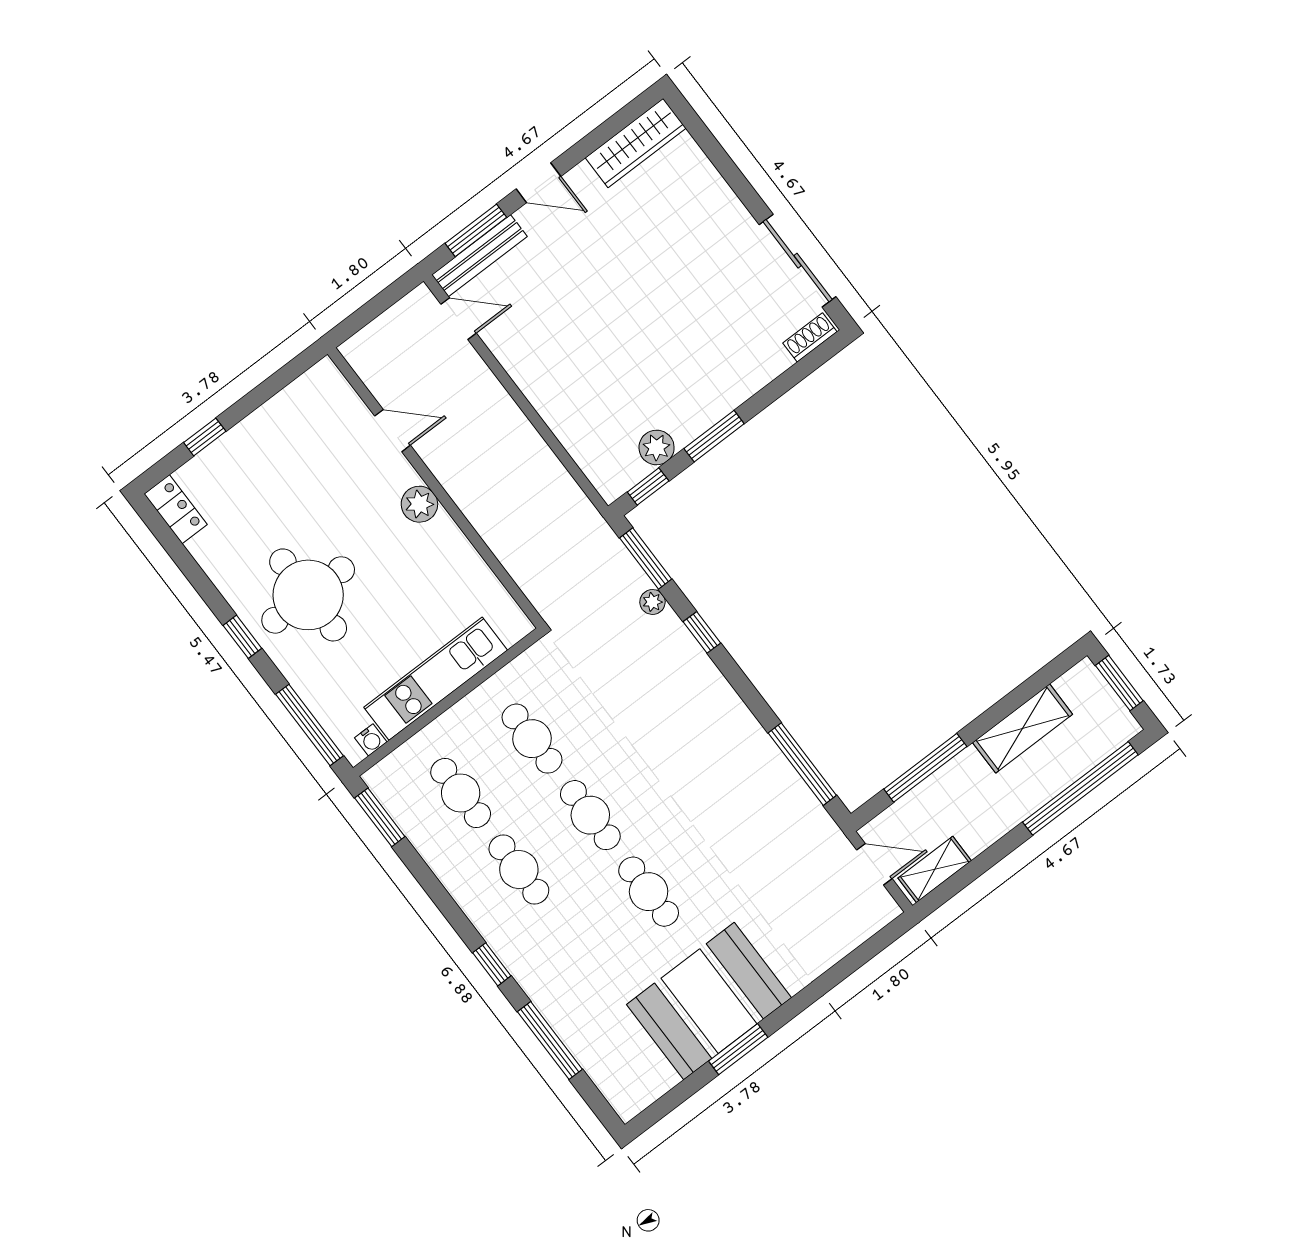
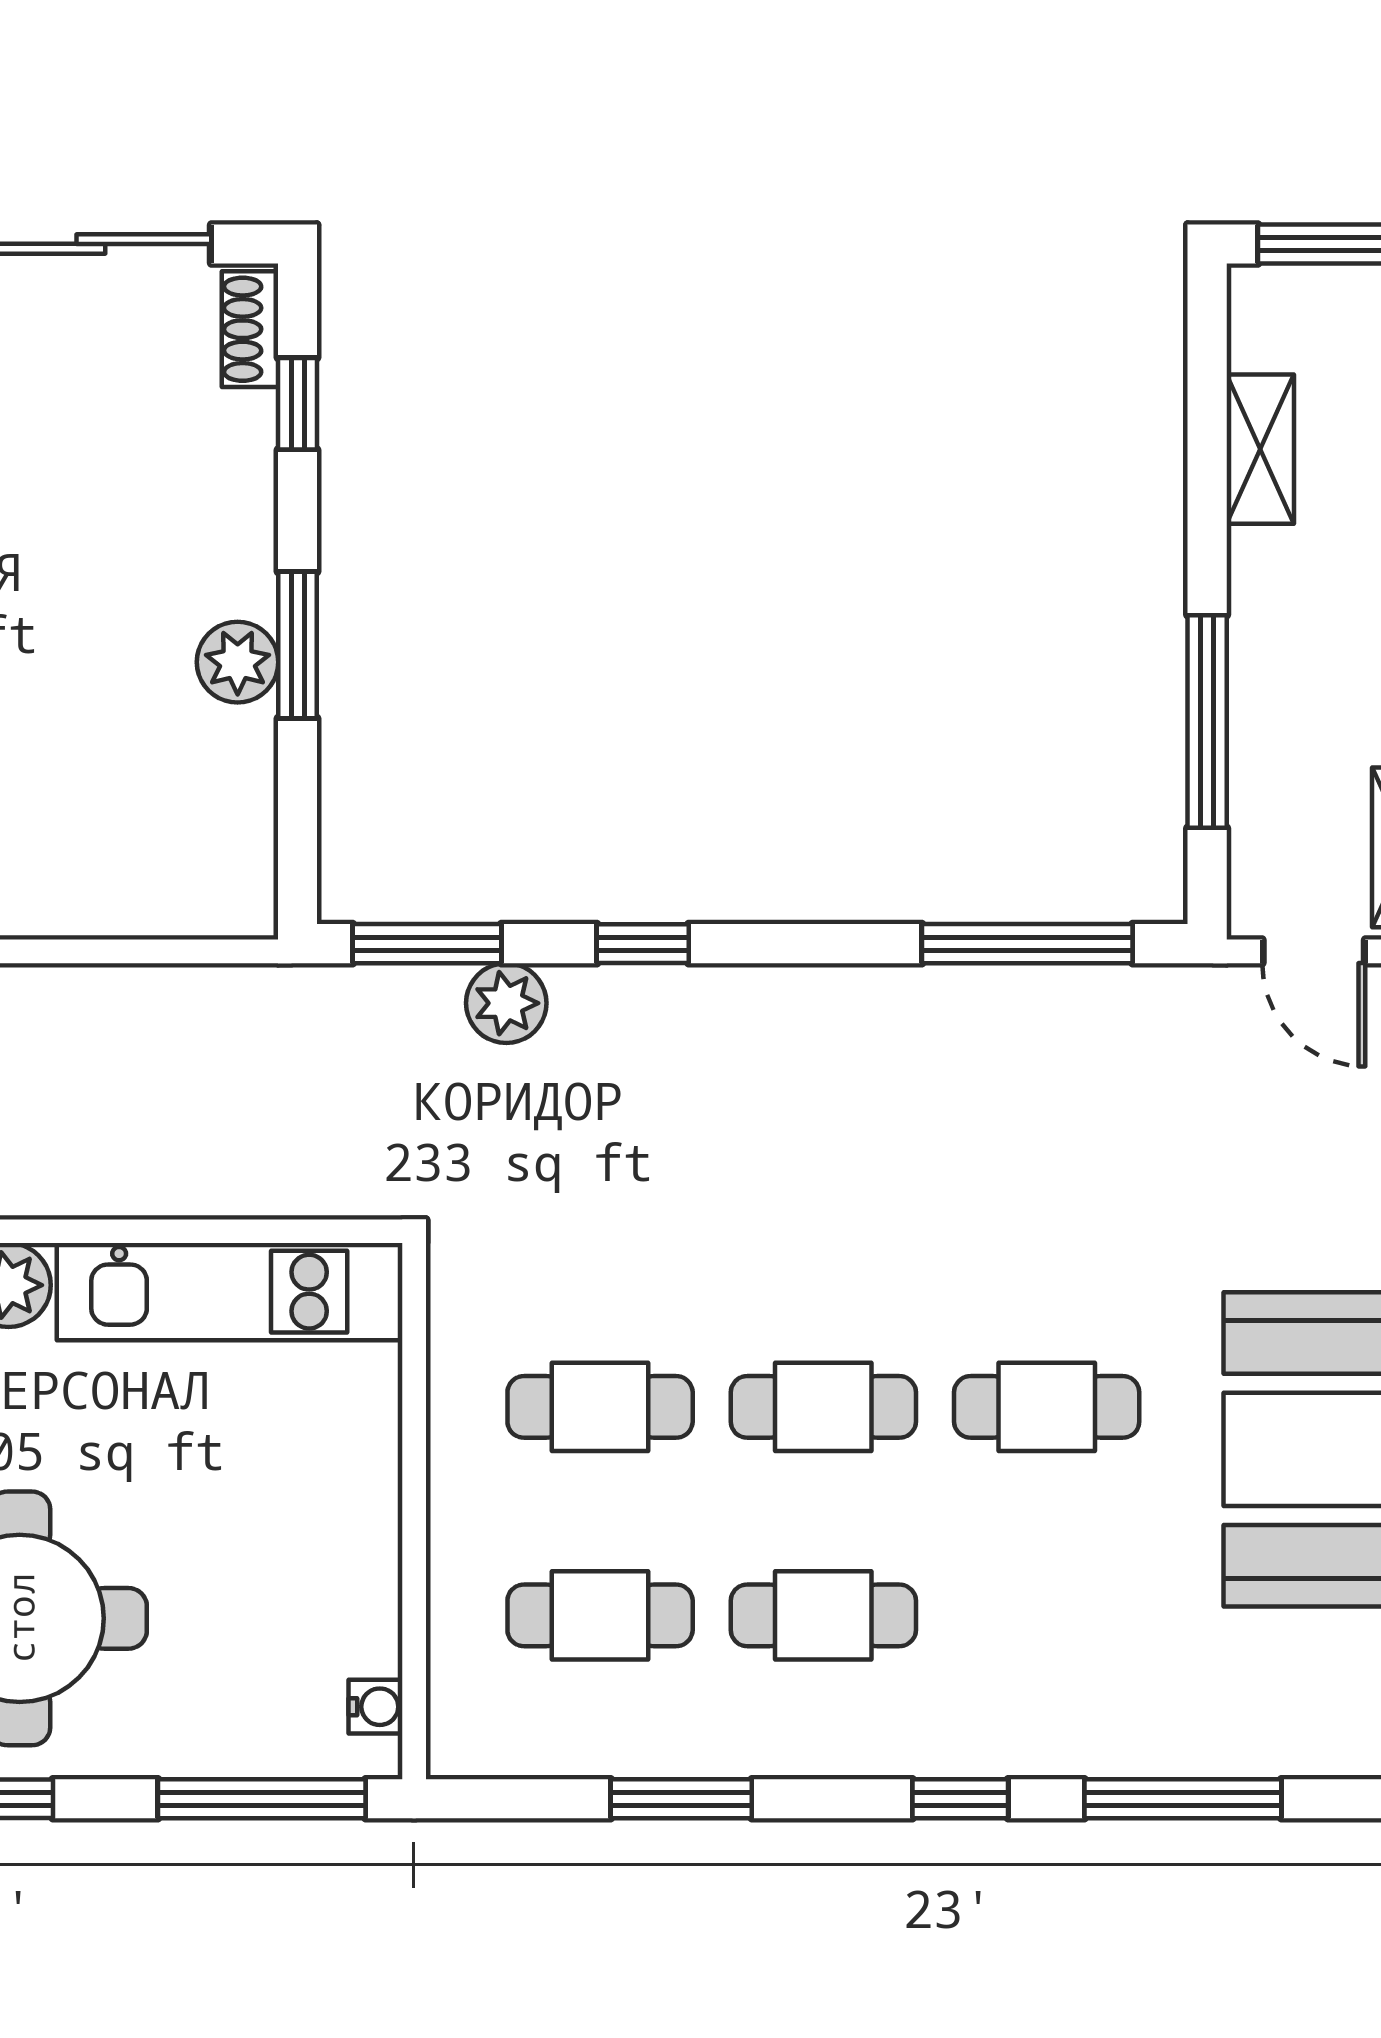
plant: (657, 447) -> (238, 662), moved
window: (648, 486) -> (298, 404), moved
plant: (652, 602) -> (506, 1003), width x1.38, depth x1.38
kitchen unit: (436, 679) -> (230, 1292), moved, turned -90
shelving: (1023, 728) -> (1260, 449), width x0.67, depth x0.75
window: (380, 817) -> (681, 1799), moved
door: (874, 864) -> (1314, 951), swing flipped

